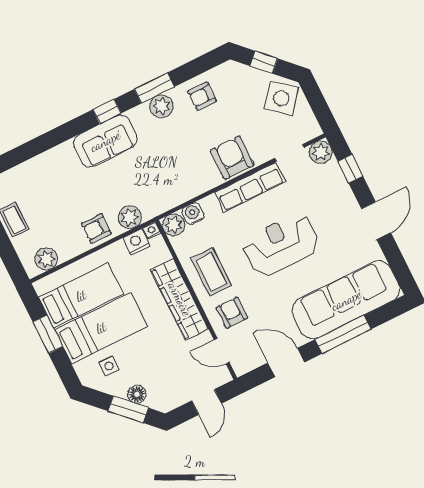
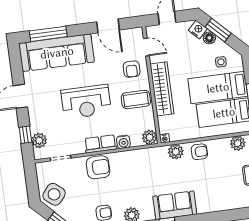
plant: (321, 152) -> (39, 140), moved
armchair: (232, 158) -> (98, 167), turned -90
row of seats: (250, 187) -> (100, 144), width x0.68
water cooler: (193, 214) -> (123, 142), moved
nightstand: (136, 242) -> (198, 30), moved, turned -135
coffee table: (211, 272) -> (136, 99), turned 90
window: (343, 334) -> (48, 34), moved

